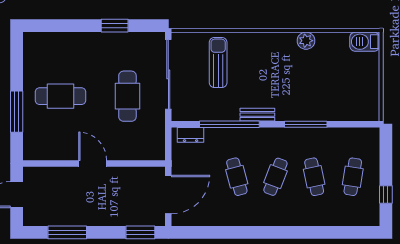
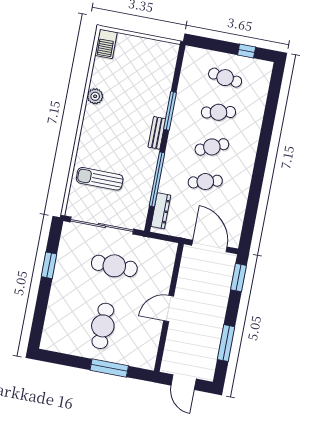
bench: (257, 115) -> (157, 133), moved
dresser: (191, 135) -> (161, 211), width x1.44
cafe table: (275, 177) -> (212, 147), turned -45

